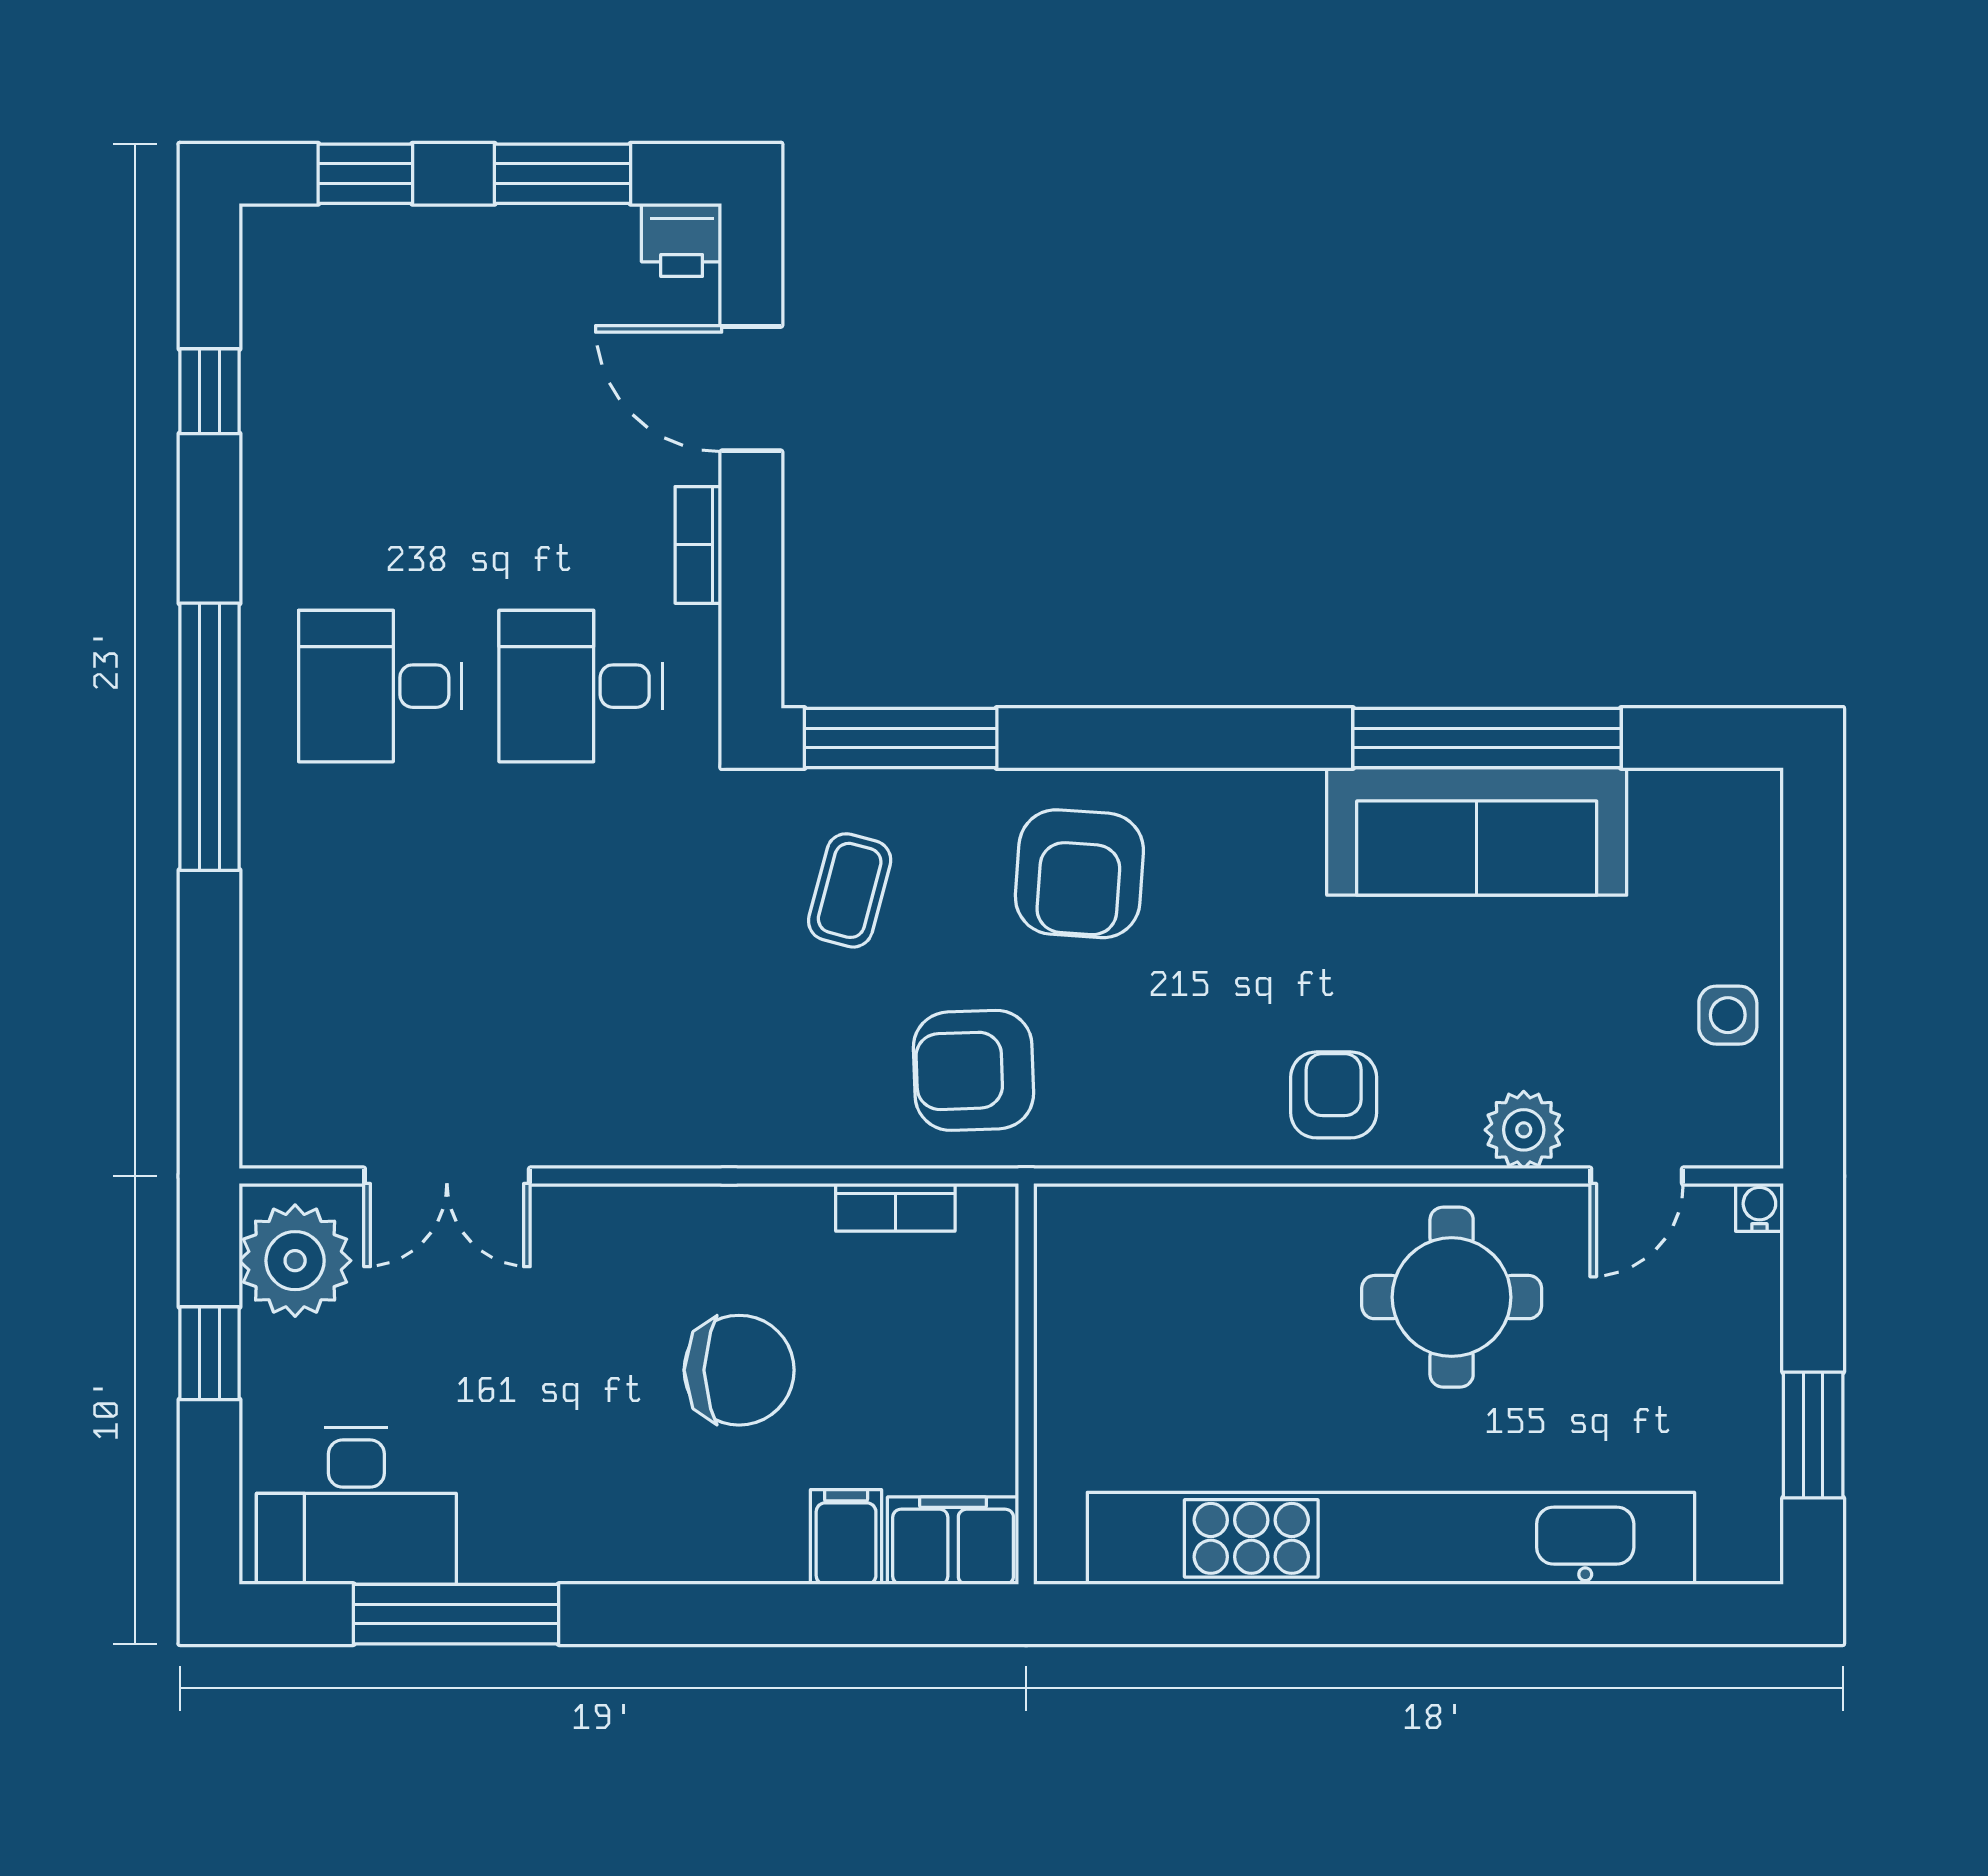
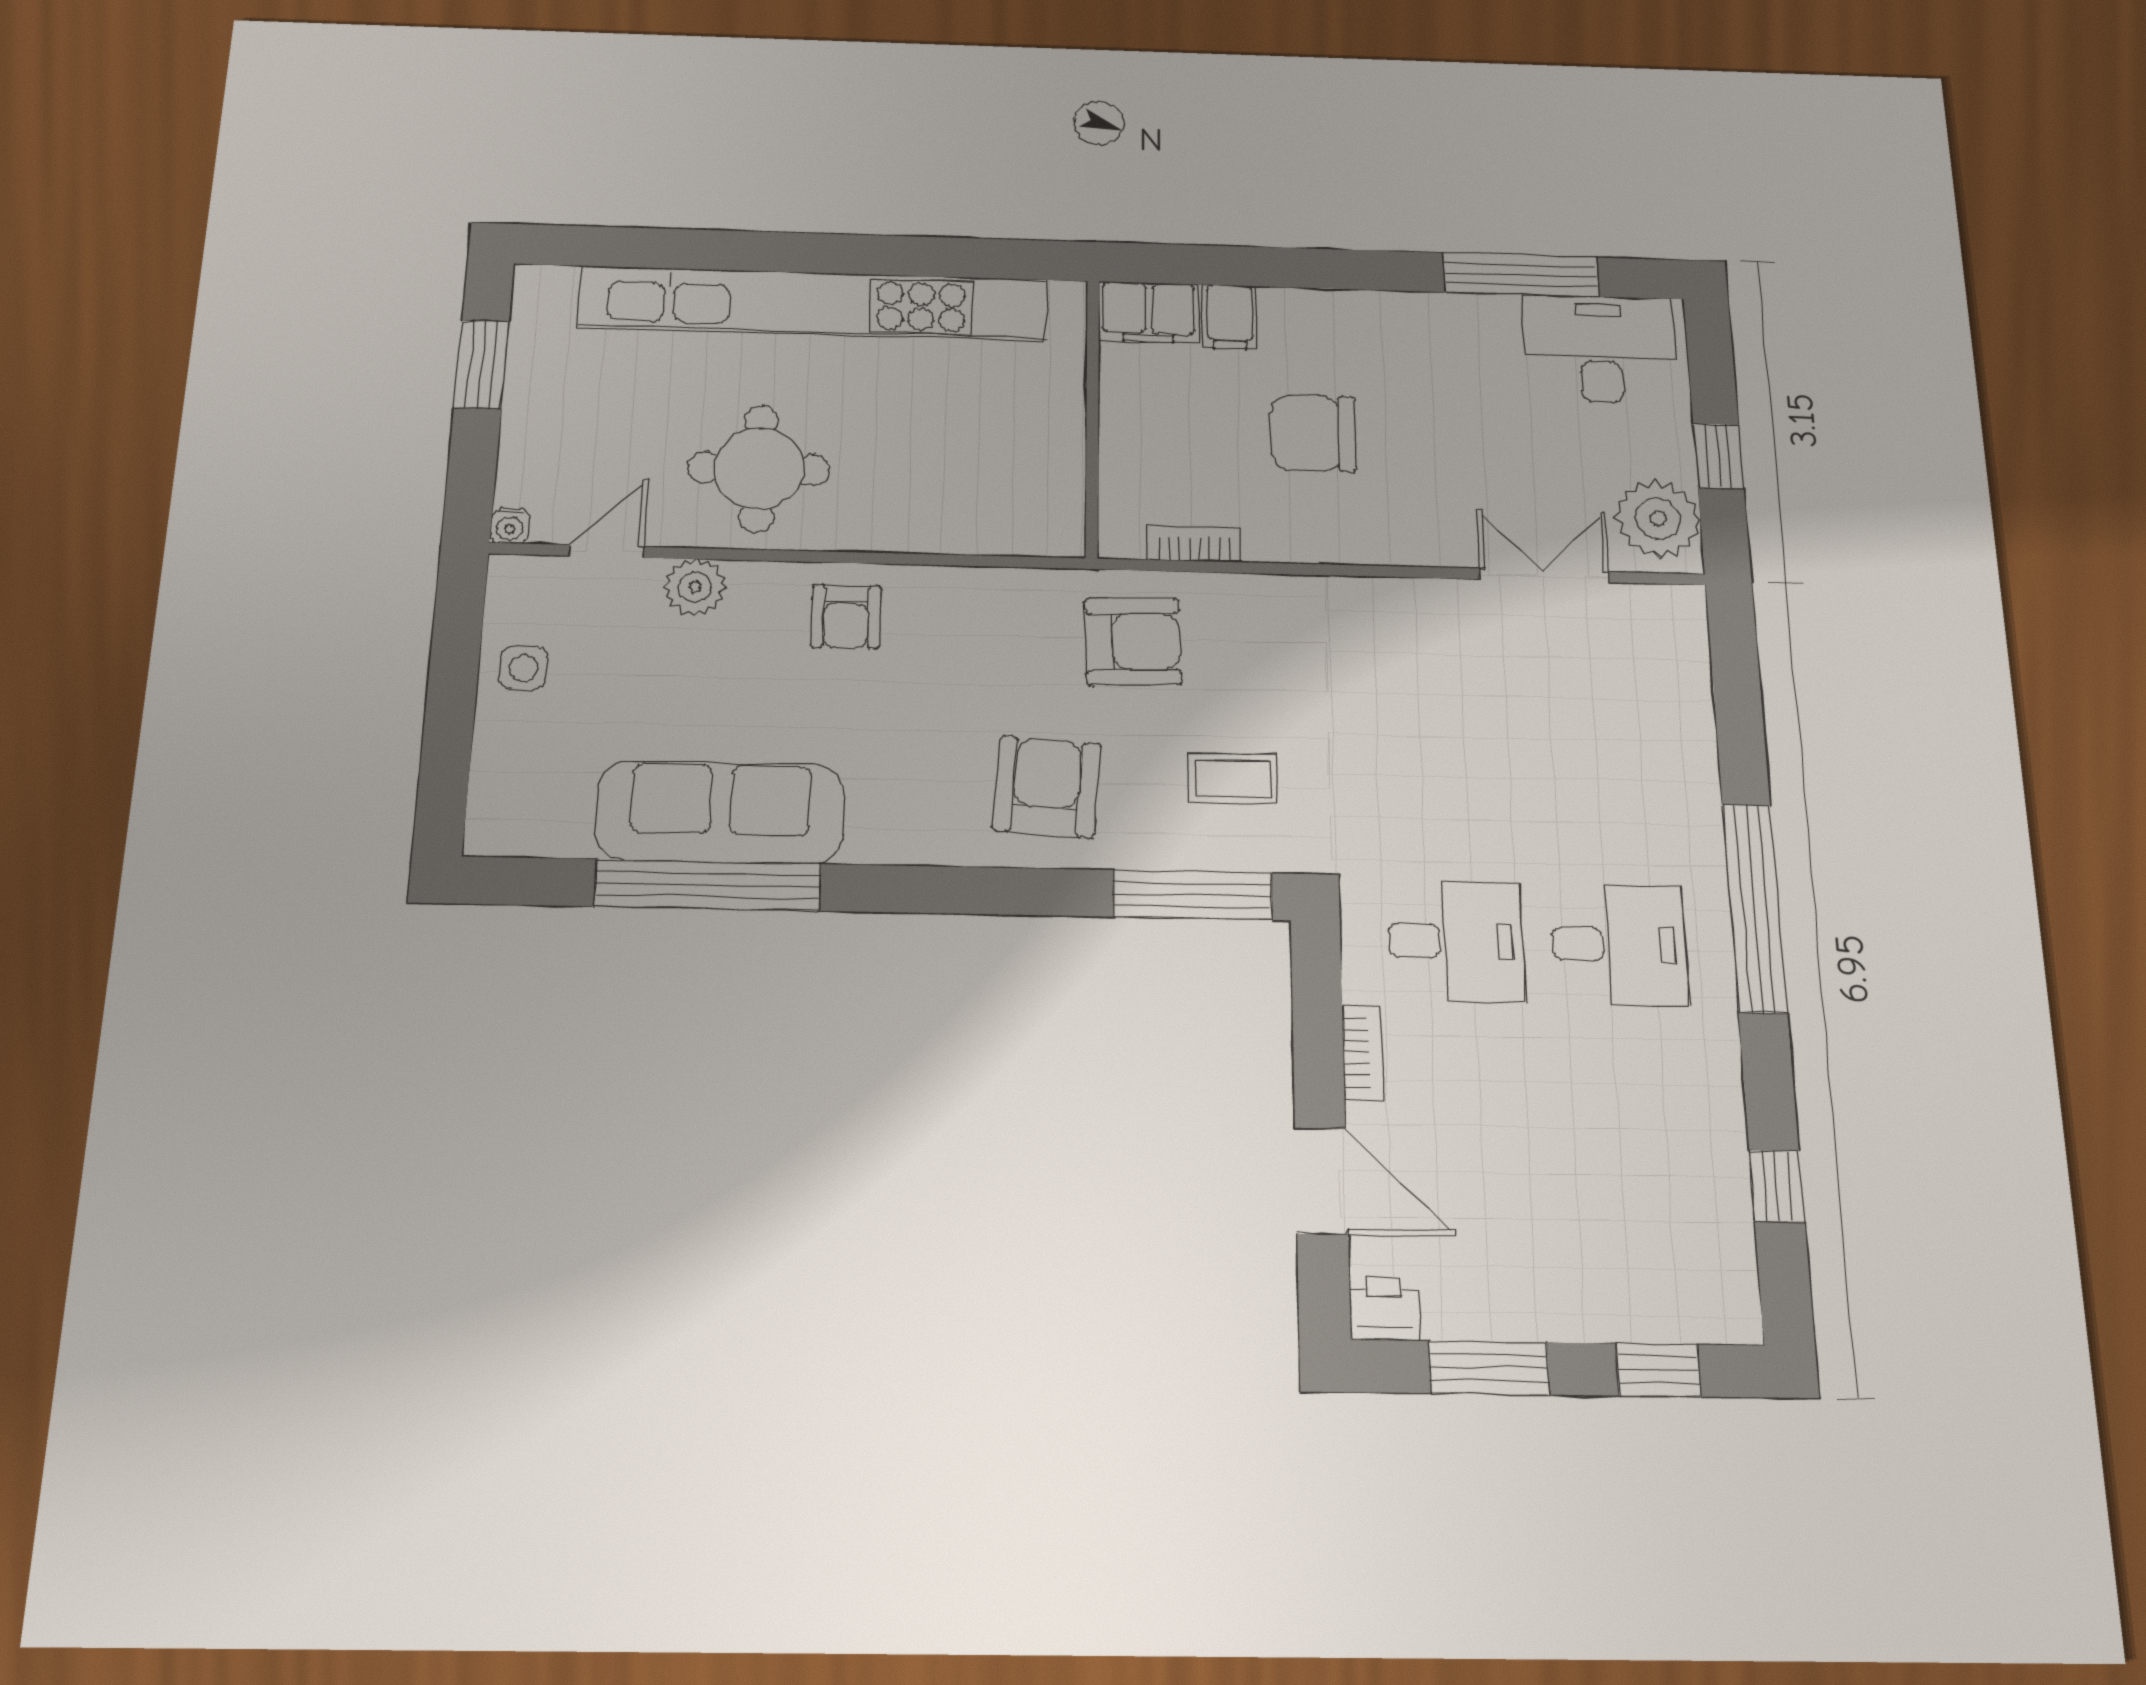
coffee table: (850, 890) -> (1233, 778), turned 75

